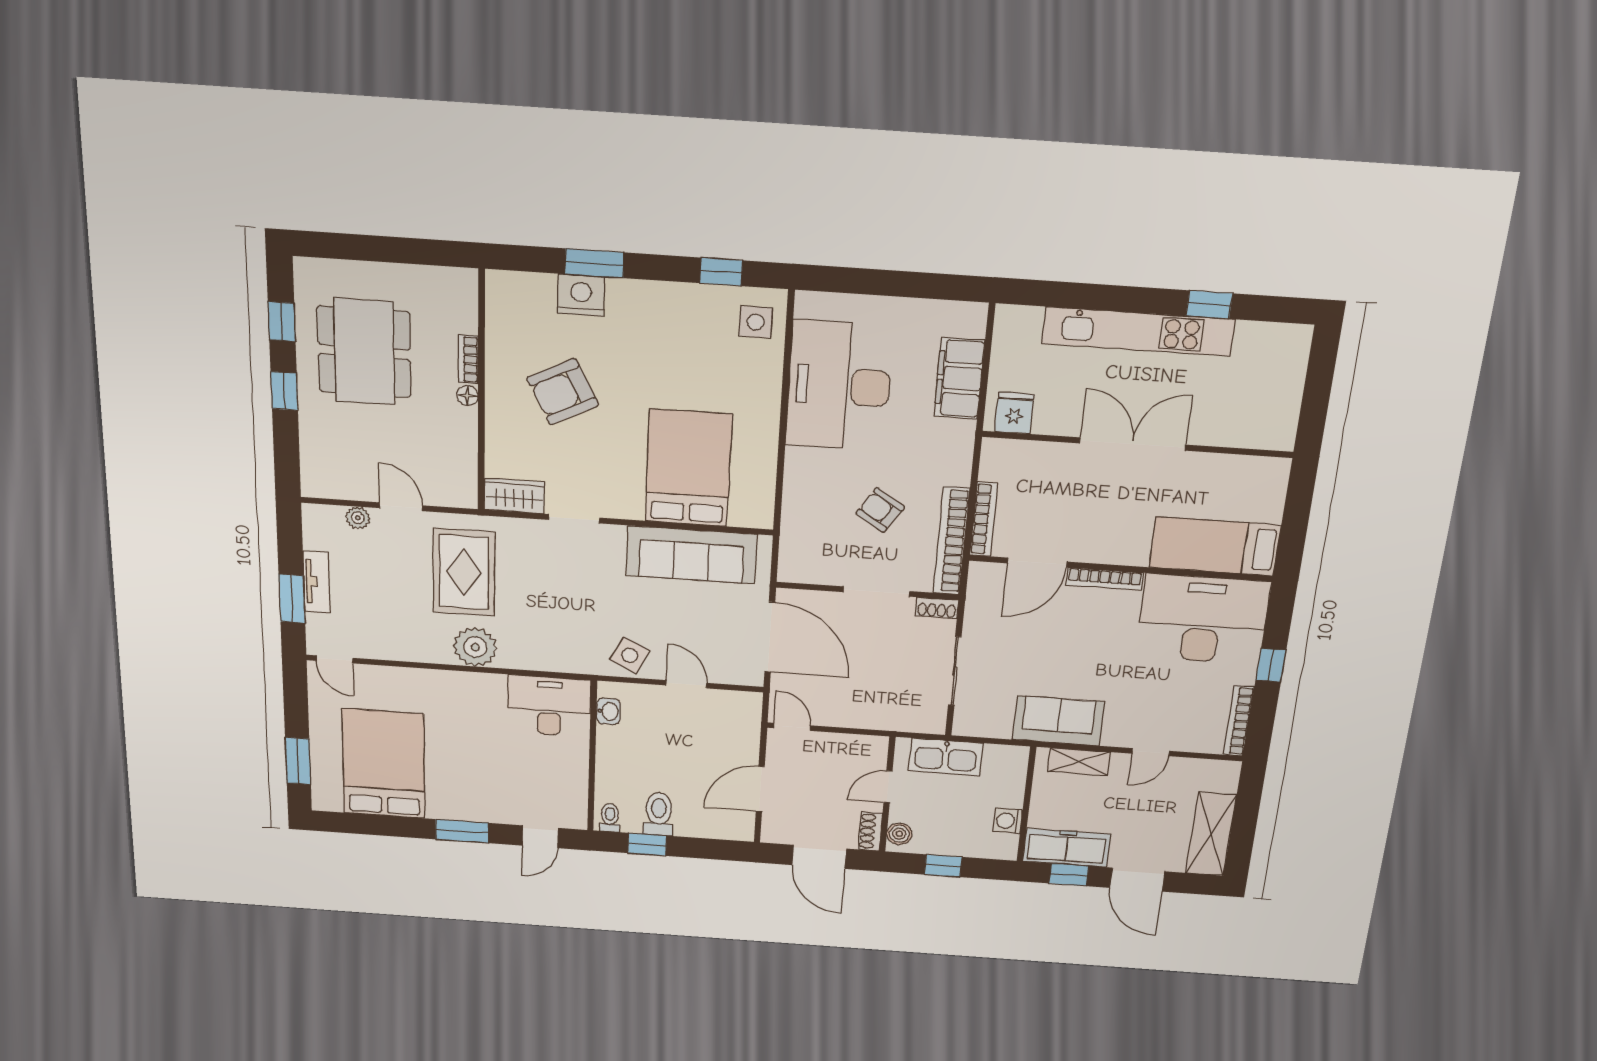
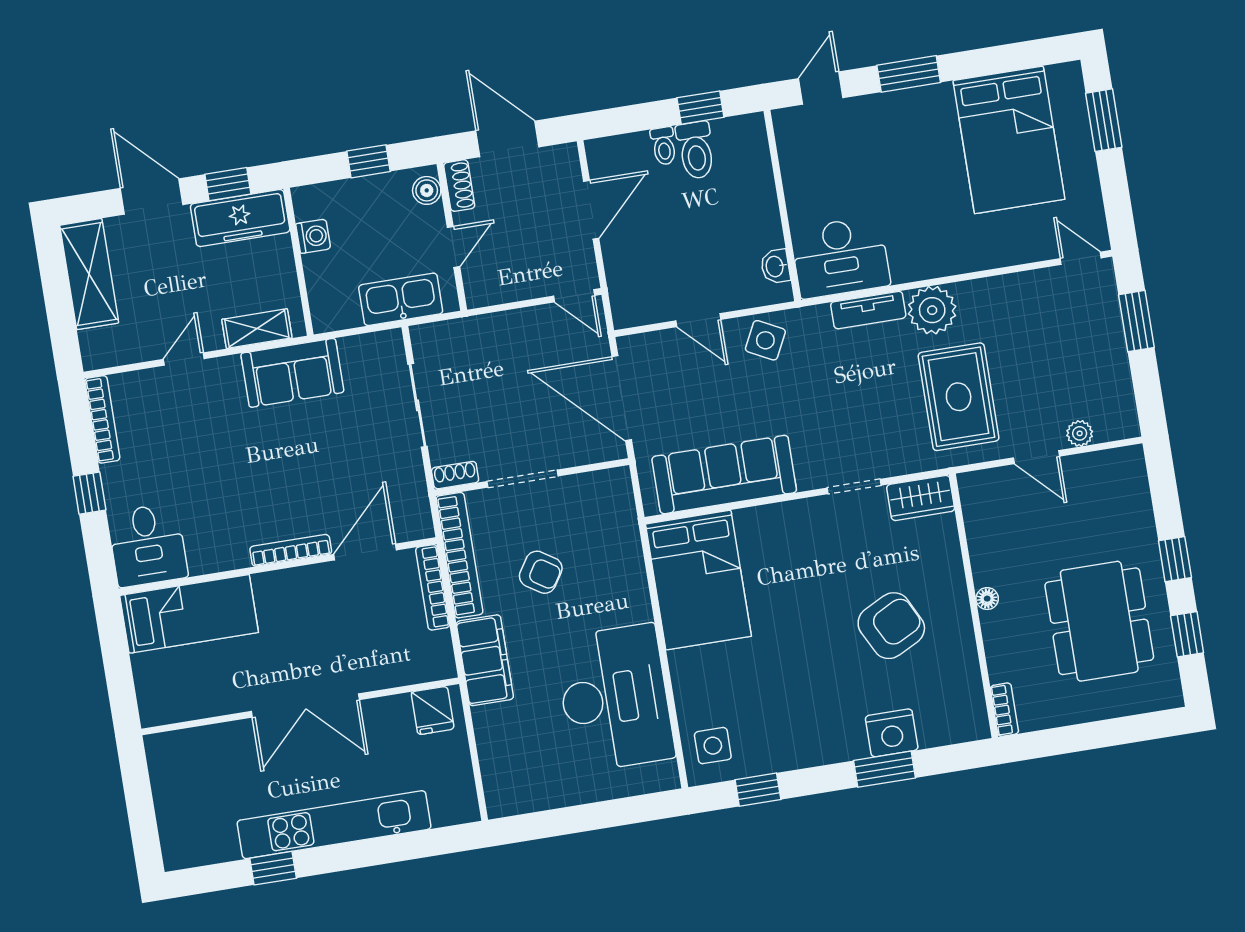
bookcase: (468, 359) -> (1004, 710), moved
filing cabinet: (959, 378) -> (485, 660), moved
bed: (688, 468) -> (698, 580), moved
tv unit: (316, 582) -> (868, 310), moved, turned -90
desk: (1203, 619) -> (148, 545), width x0.53, depth x0.77
toilet: (610, 818) -> (664, 146), moved

